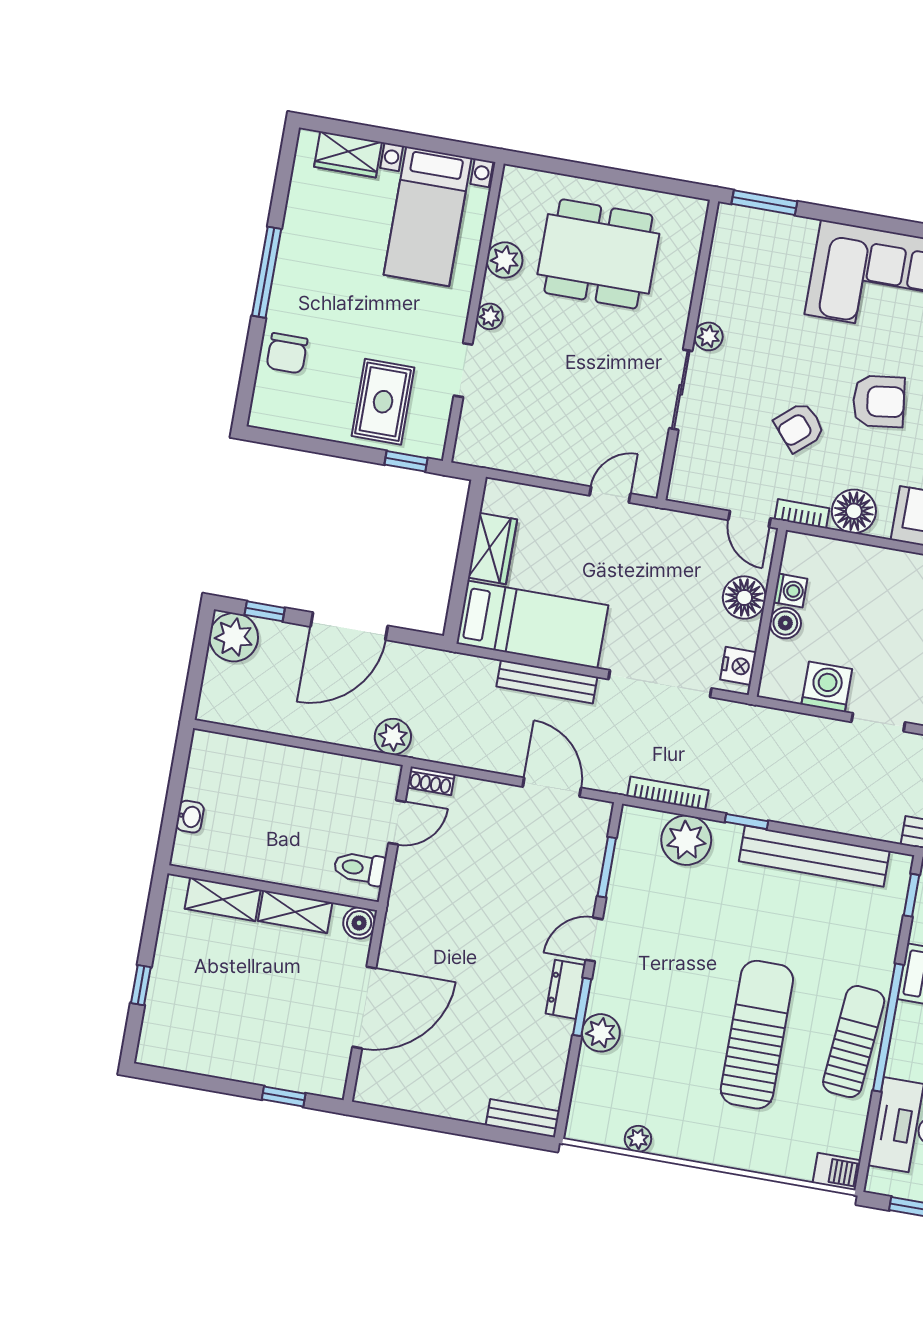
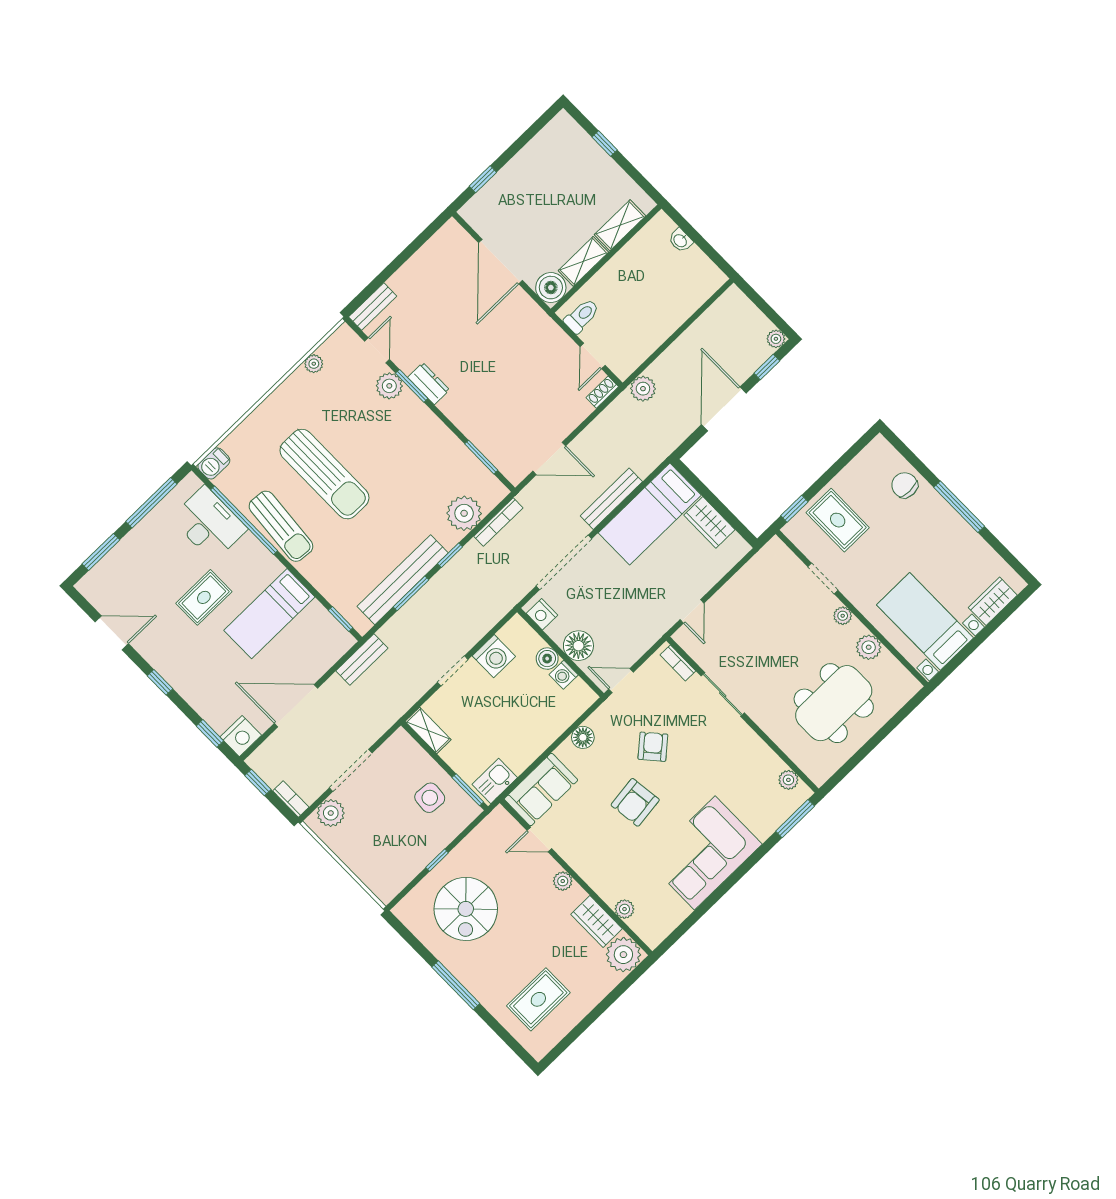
plant: (708, 336) -> (788, 780), moved
floor lamp: (854, 511) -> (583, 737), width x0.73, depth x0.73
bookcase: (802, 514) -> (678, 663), moved, turned 90
plant: (234, 637) -> (776, 339), width x0.53, depth x0.53
window: (823, 835) -> (411, 593), added
boiler: (359, 923) -> (551, 288), width x1.36, depth x1.36
door: (594, 940) -> (377, 350), moved
window: (888, 1028) -> (244, 520), moved

